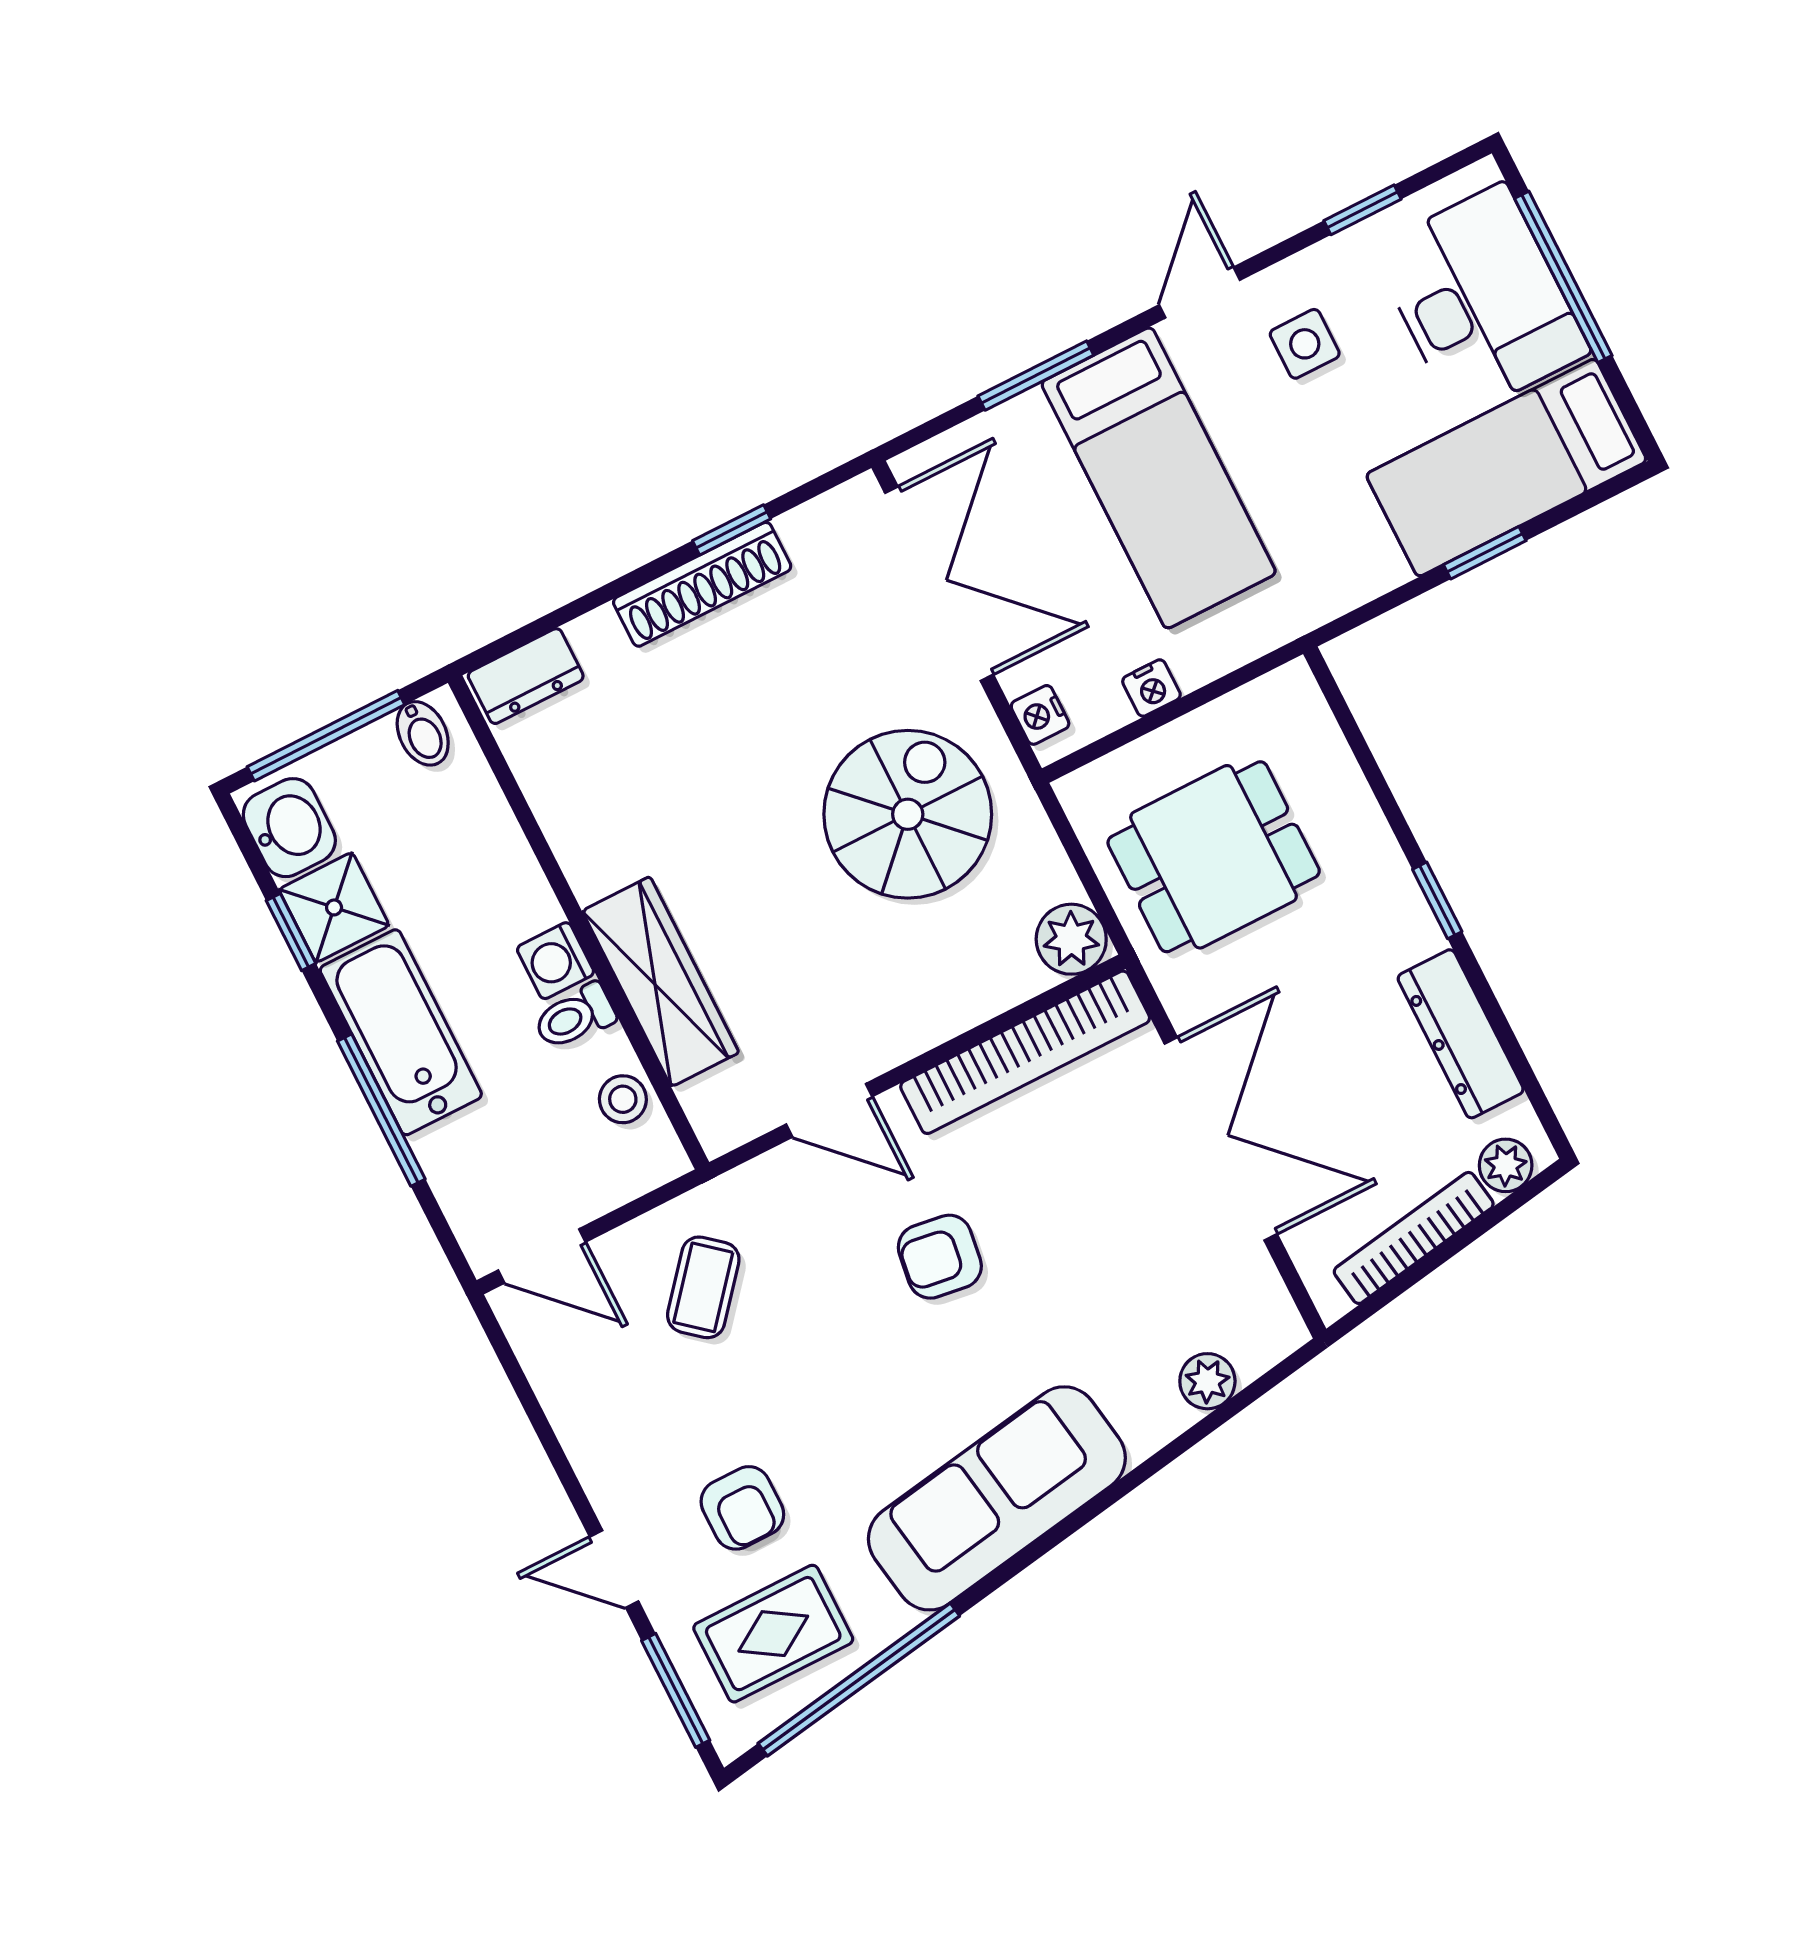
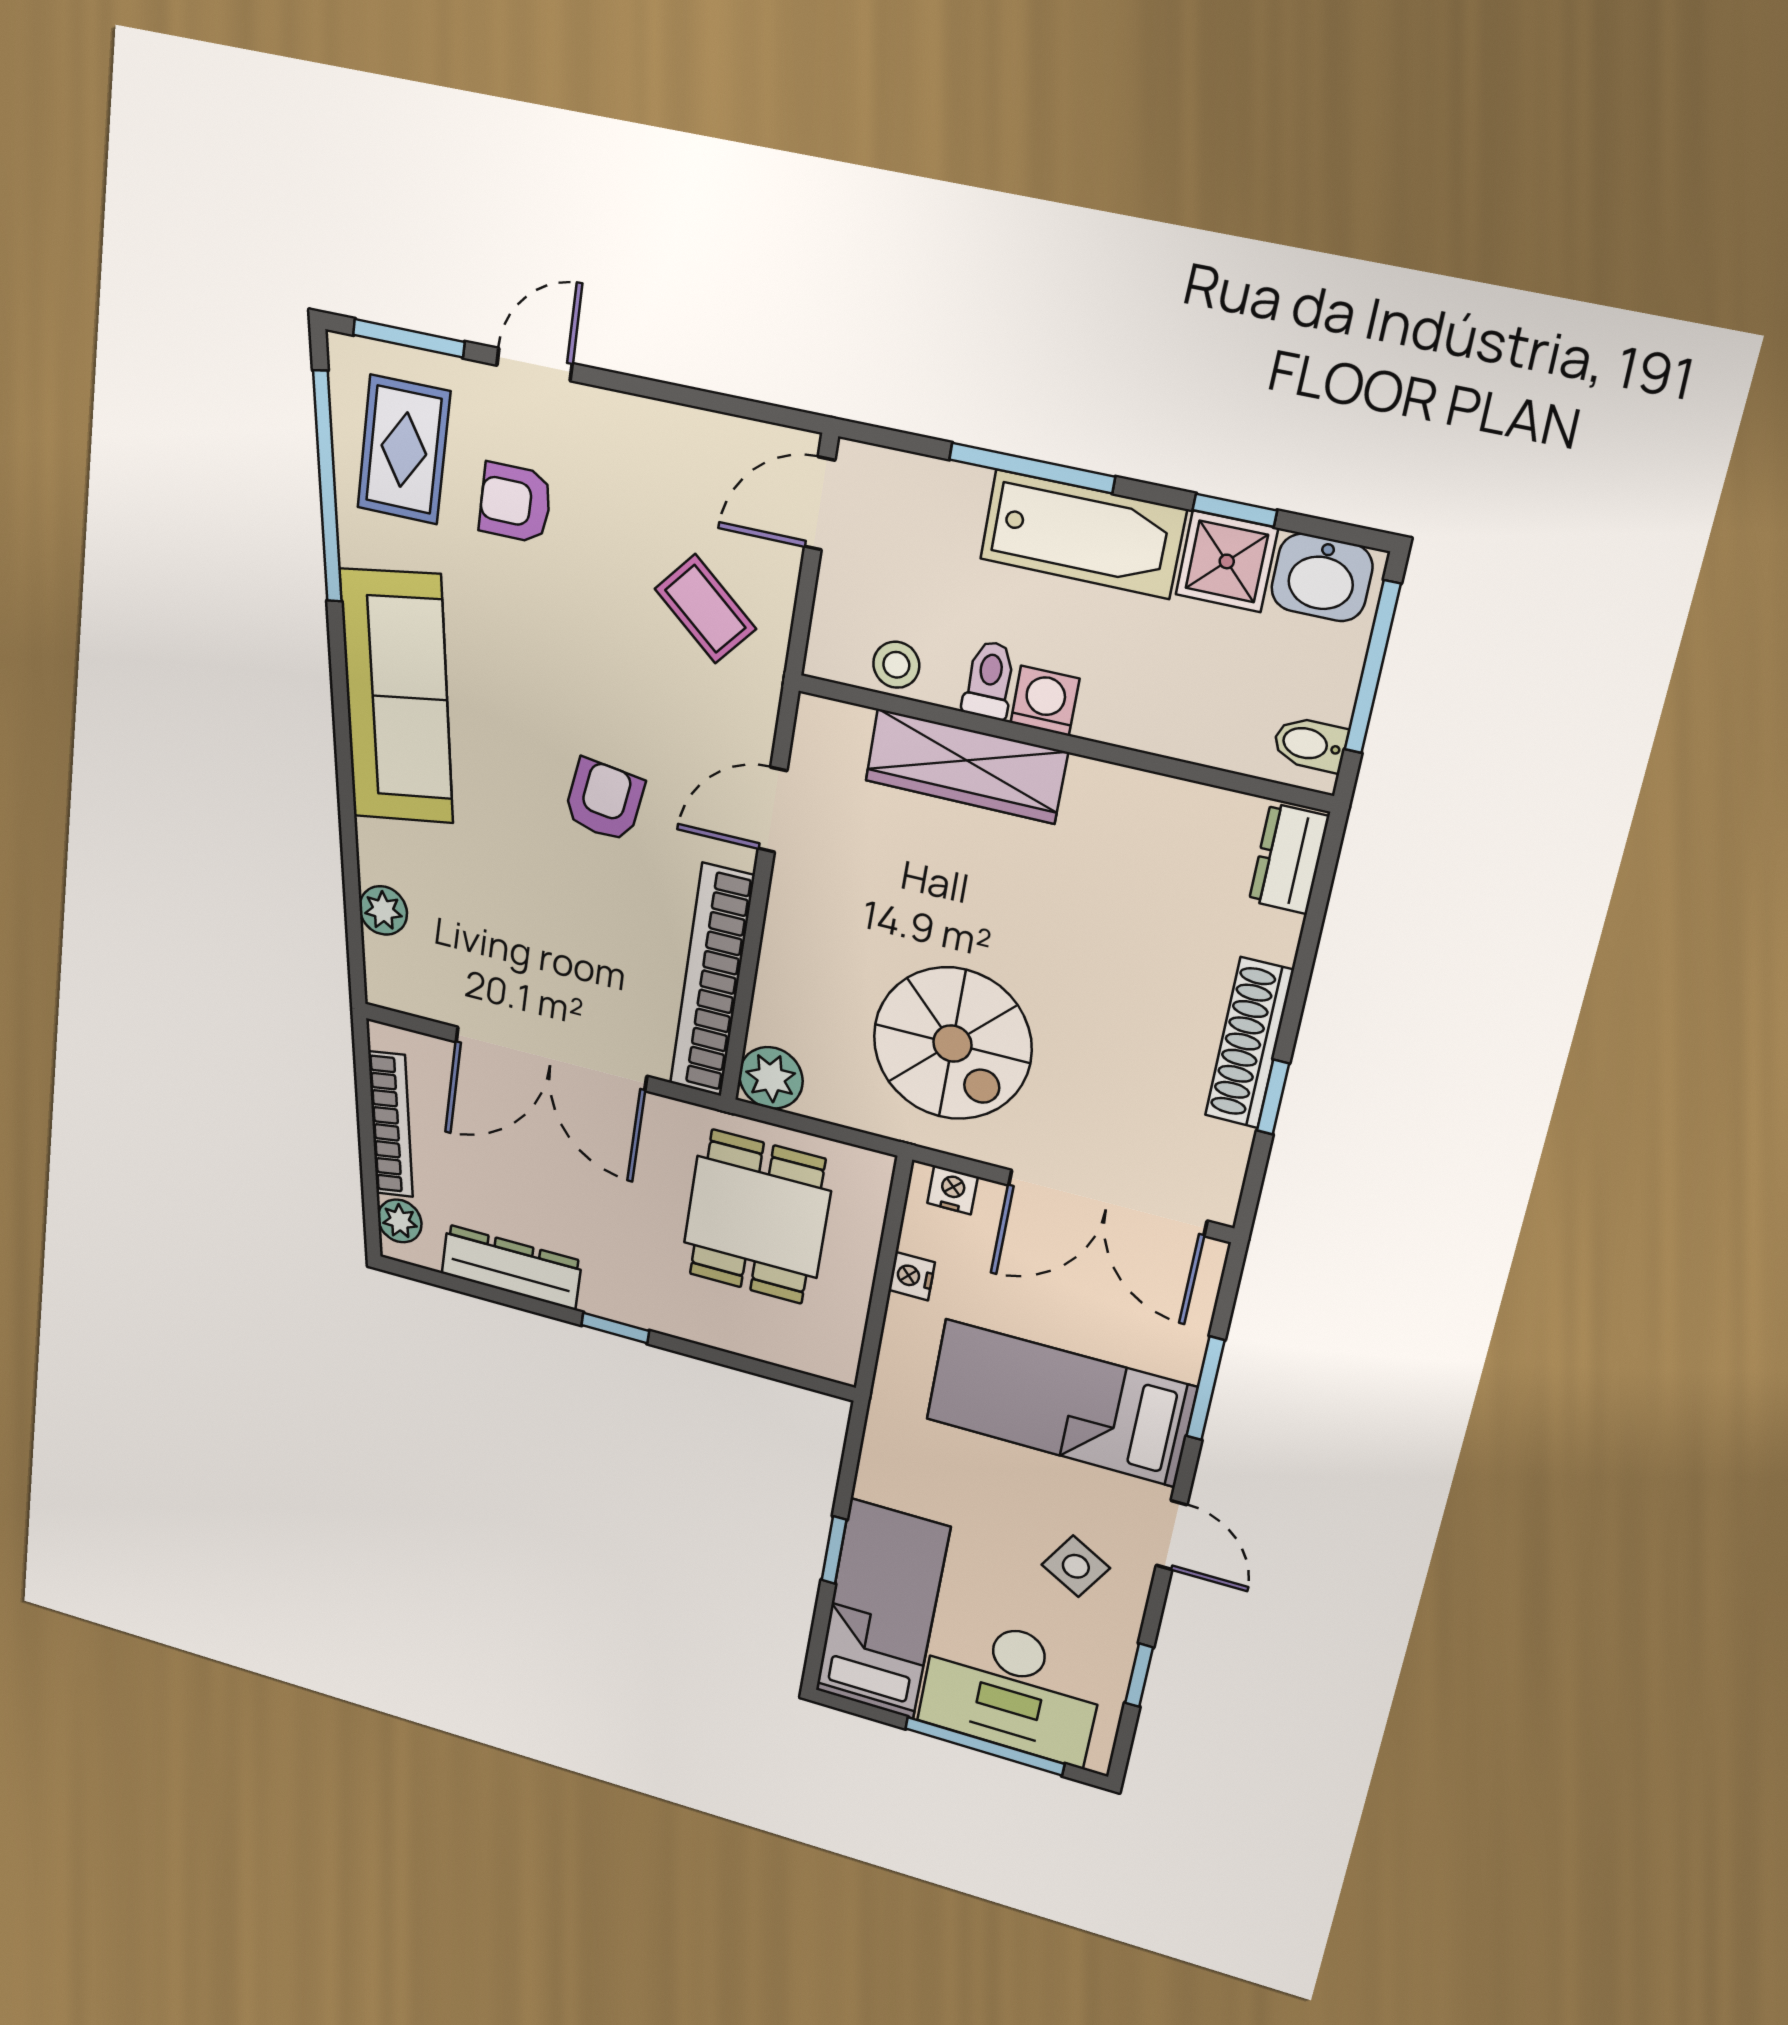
side table: (1305, 344) -> (1076, 1566), turned 30

